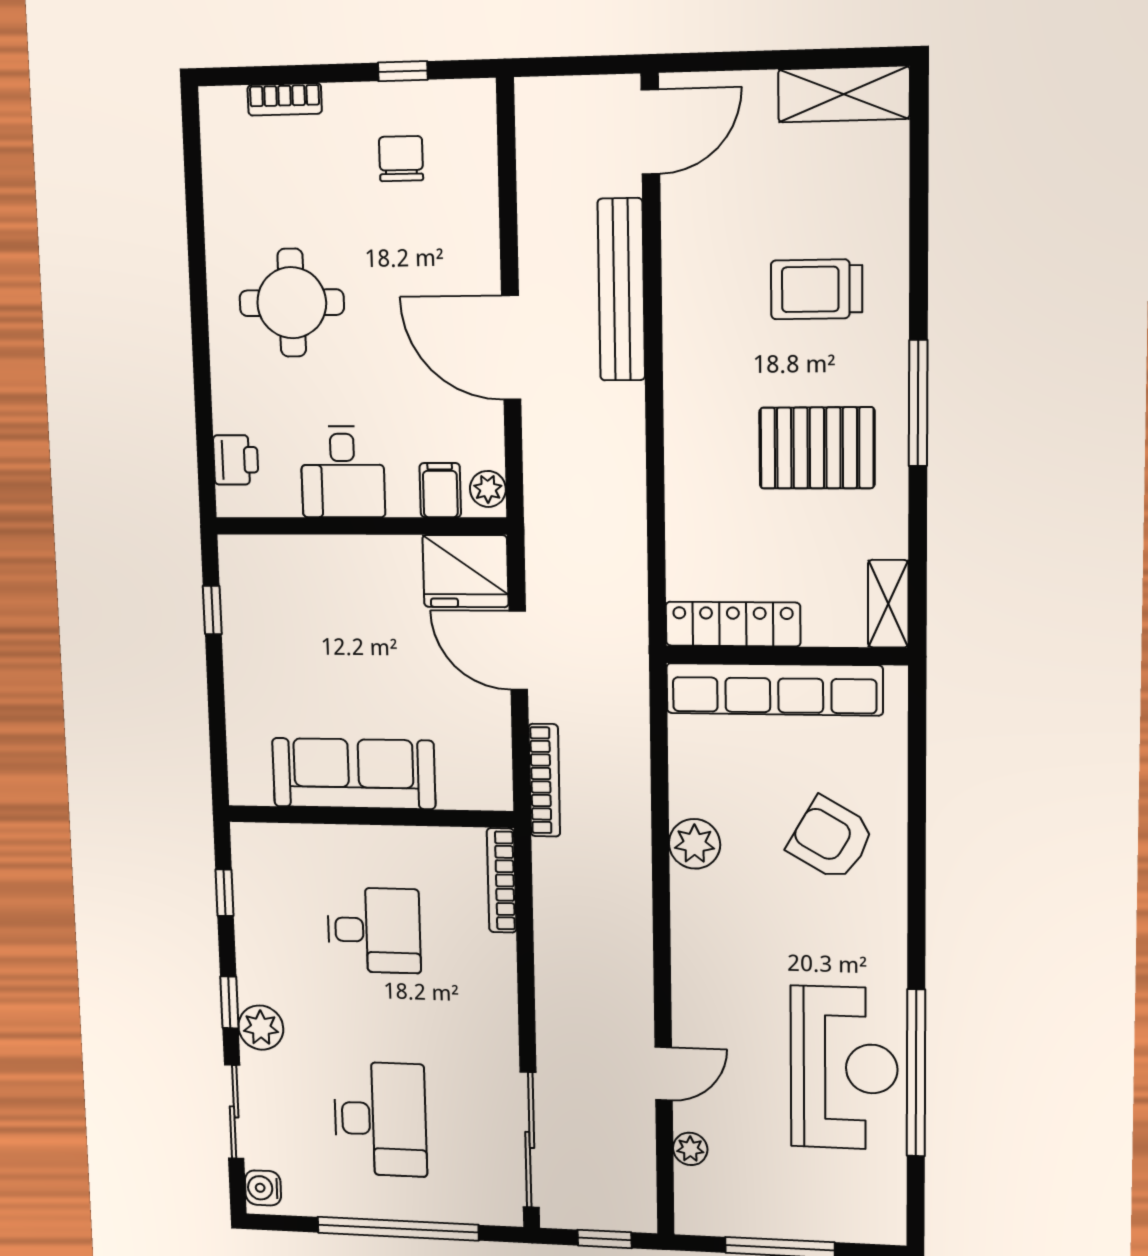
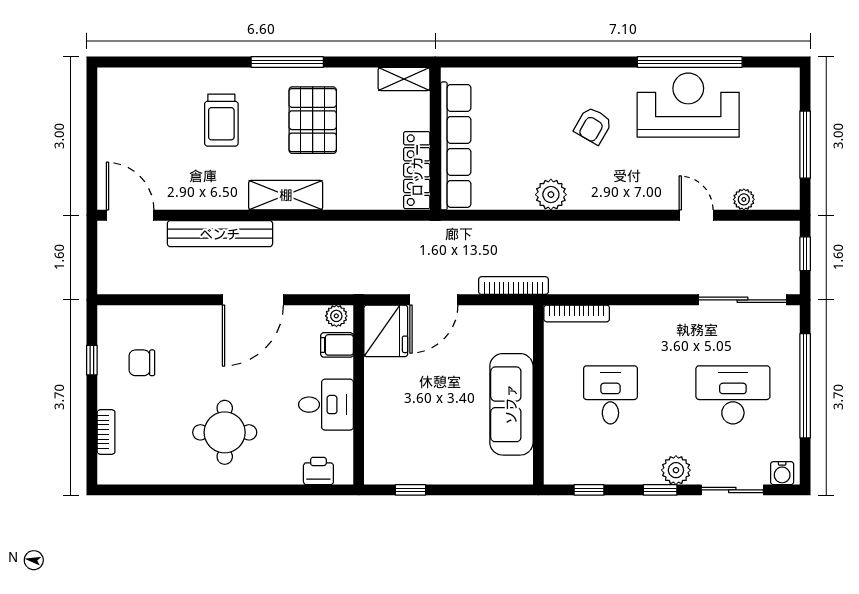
shelving: (844, 94) -> (286, 195), moved, turned 90
armchair: (831, 839) -> (593, 126), moved, width x0.72, depth x0.72

